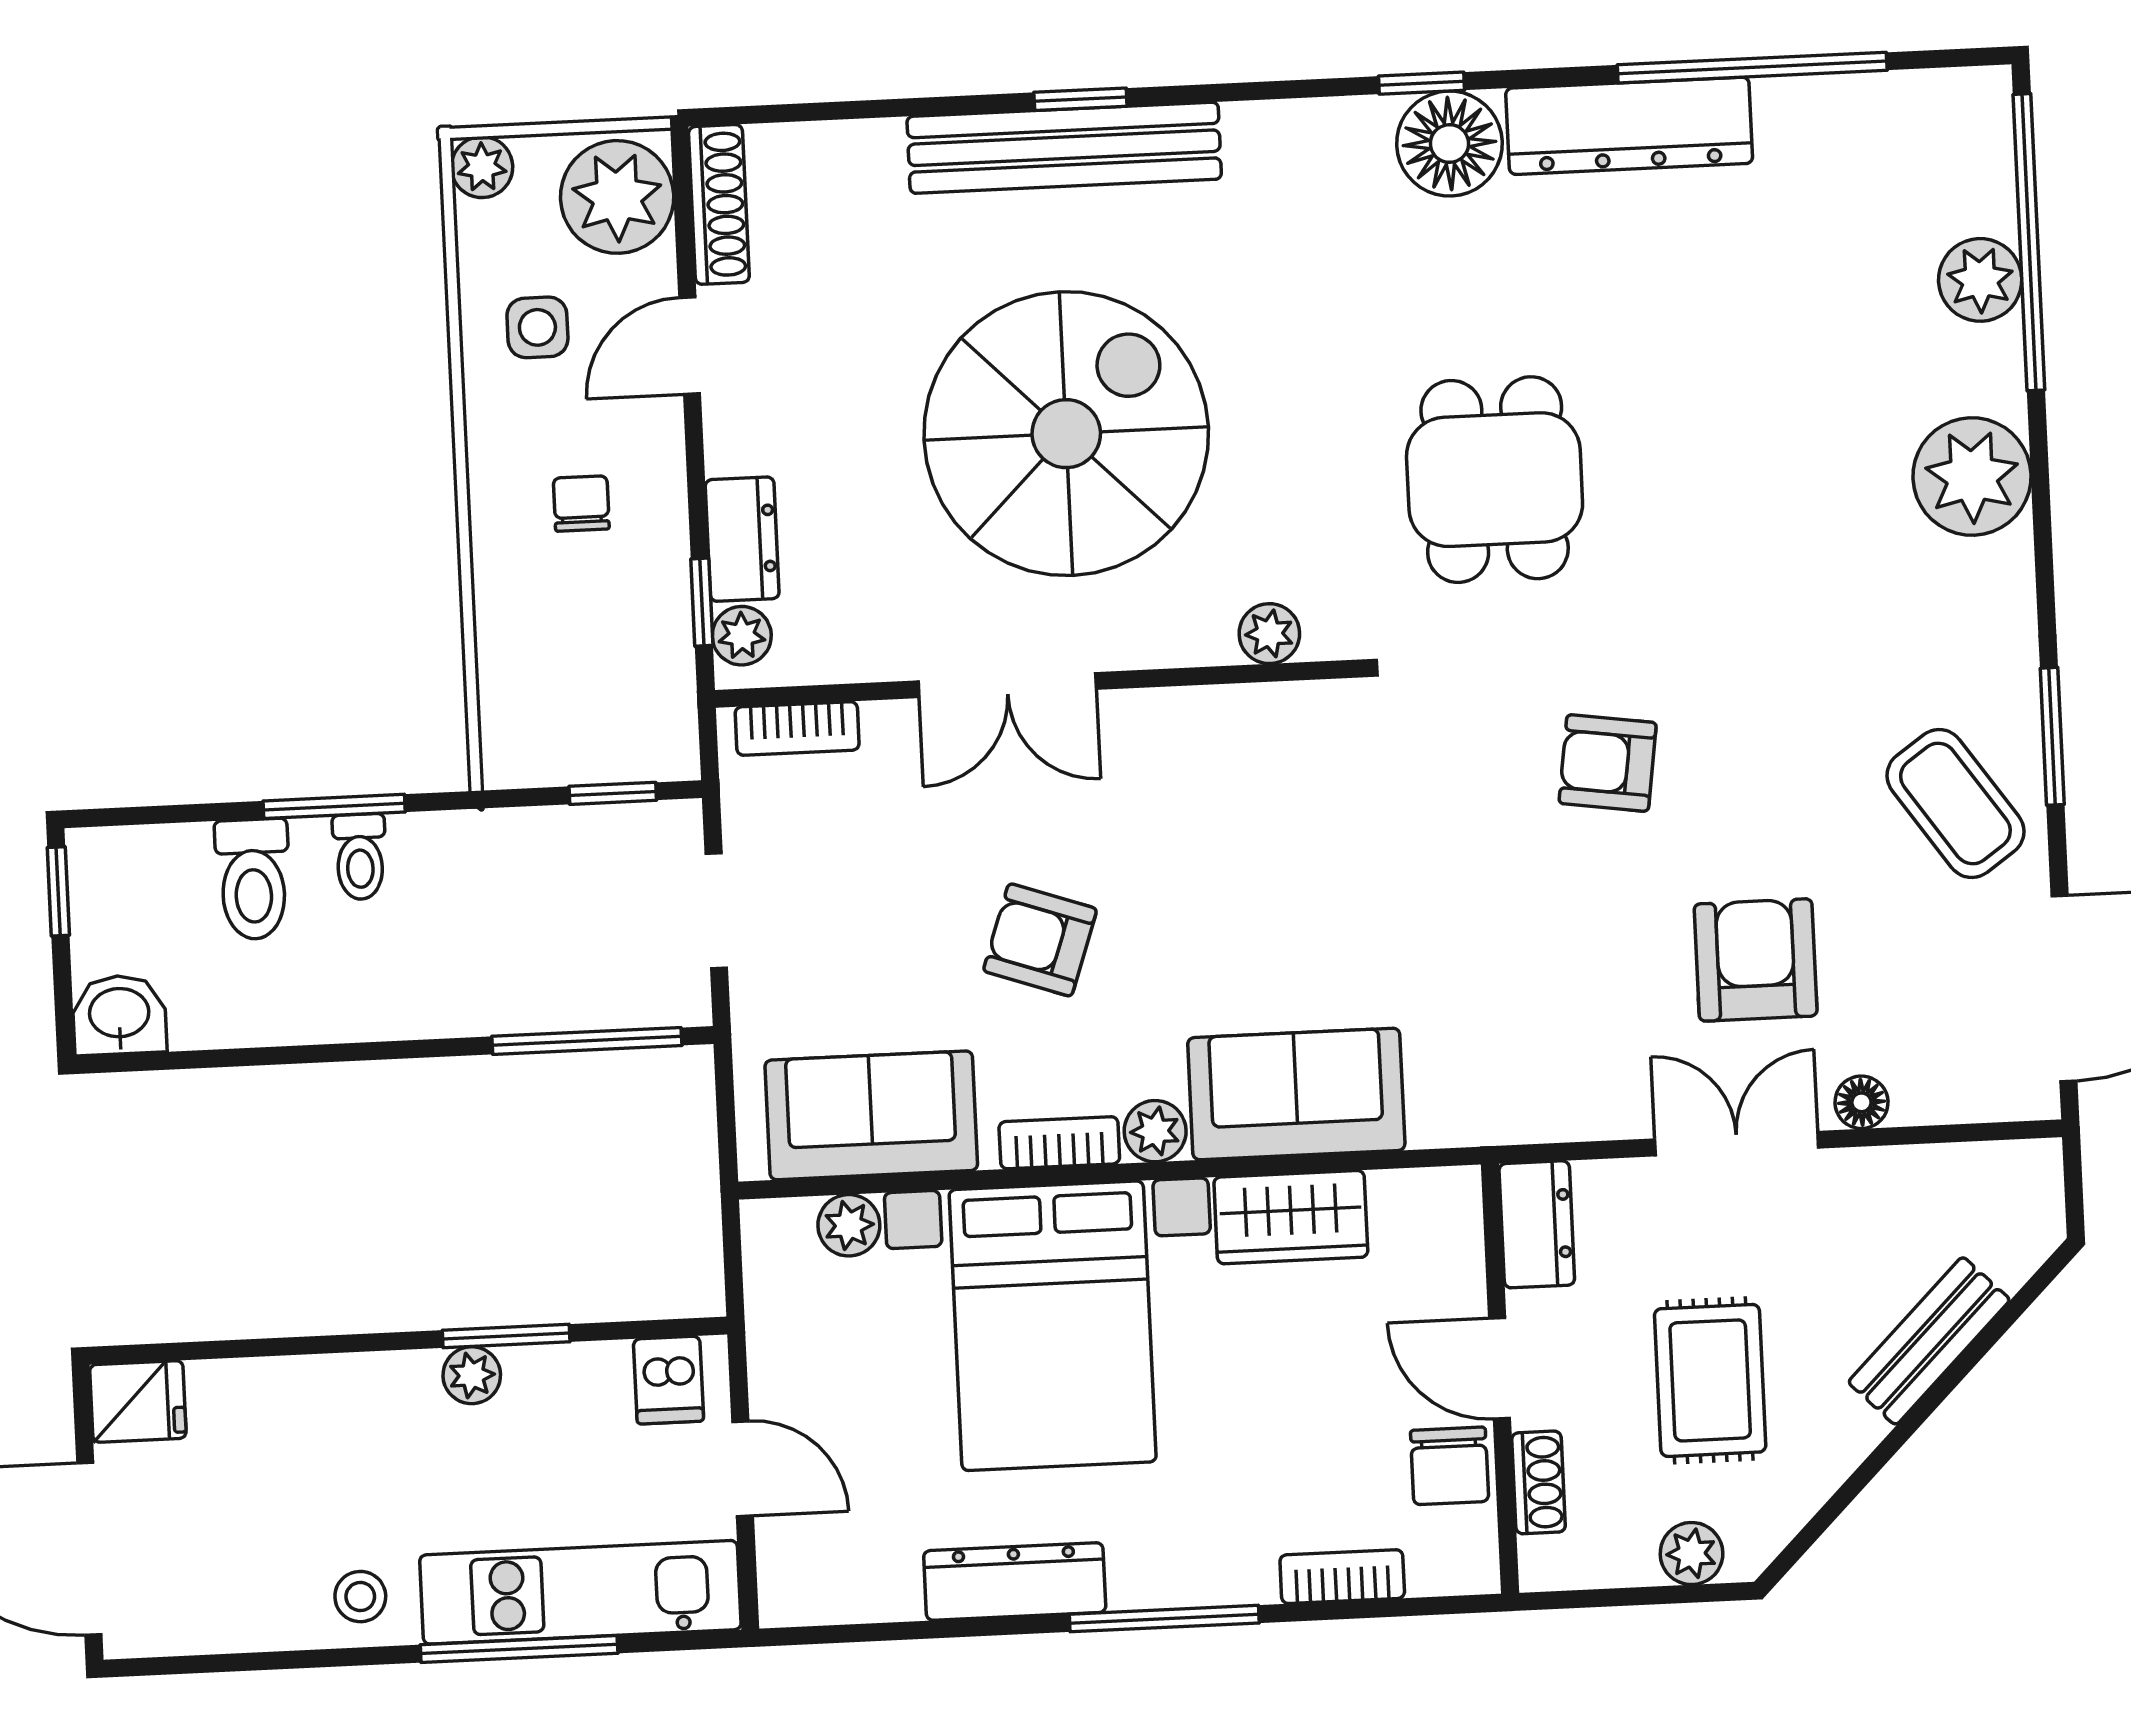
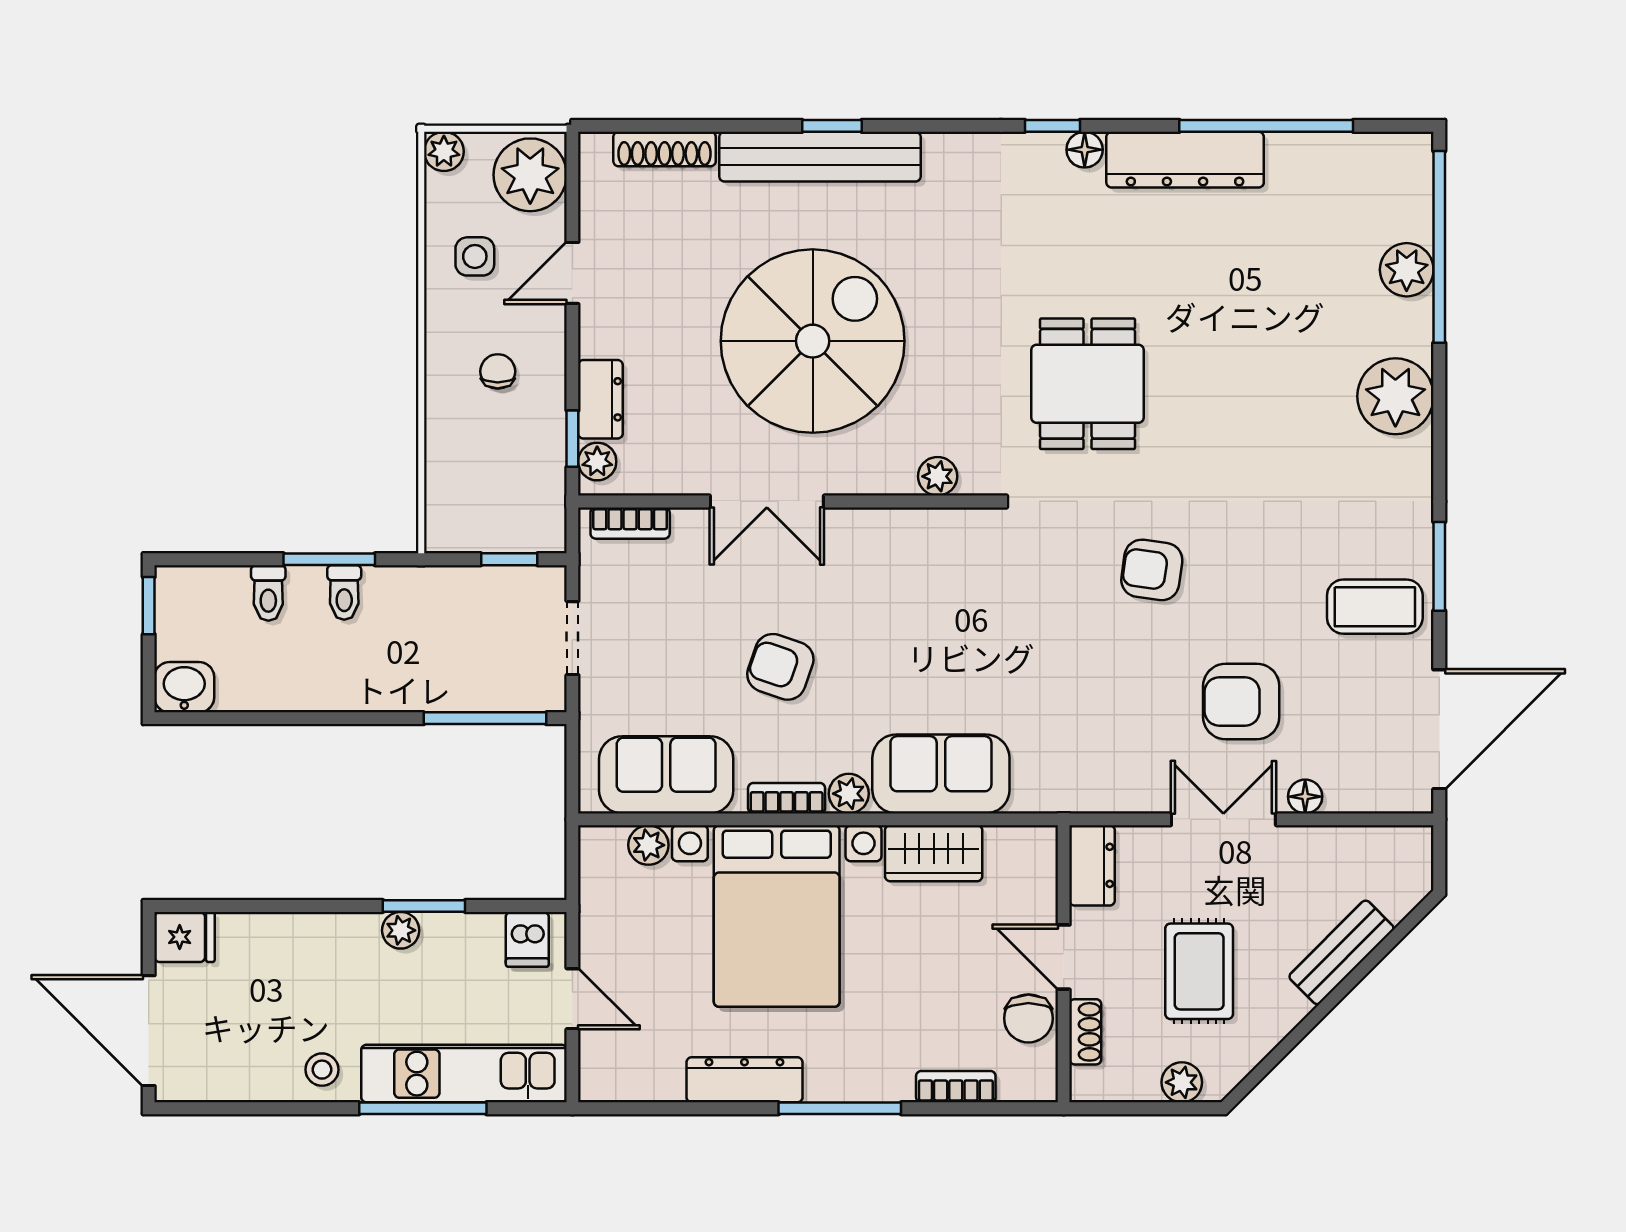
floor lamp: (1449, 144) -> (1085, 150), width x0.53, depth x0.53
shoe rack: (719, 204) -> (665, 149), moved, turned 90
coffee table: (1955, 804) -> (1375, 607), turned -55
toilet: (253, 879) -> (268, 593), width x0.73, depth x0.72
armchair: (1756, 960) -> (1241, 701), turned -90

